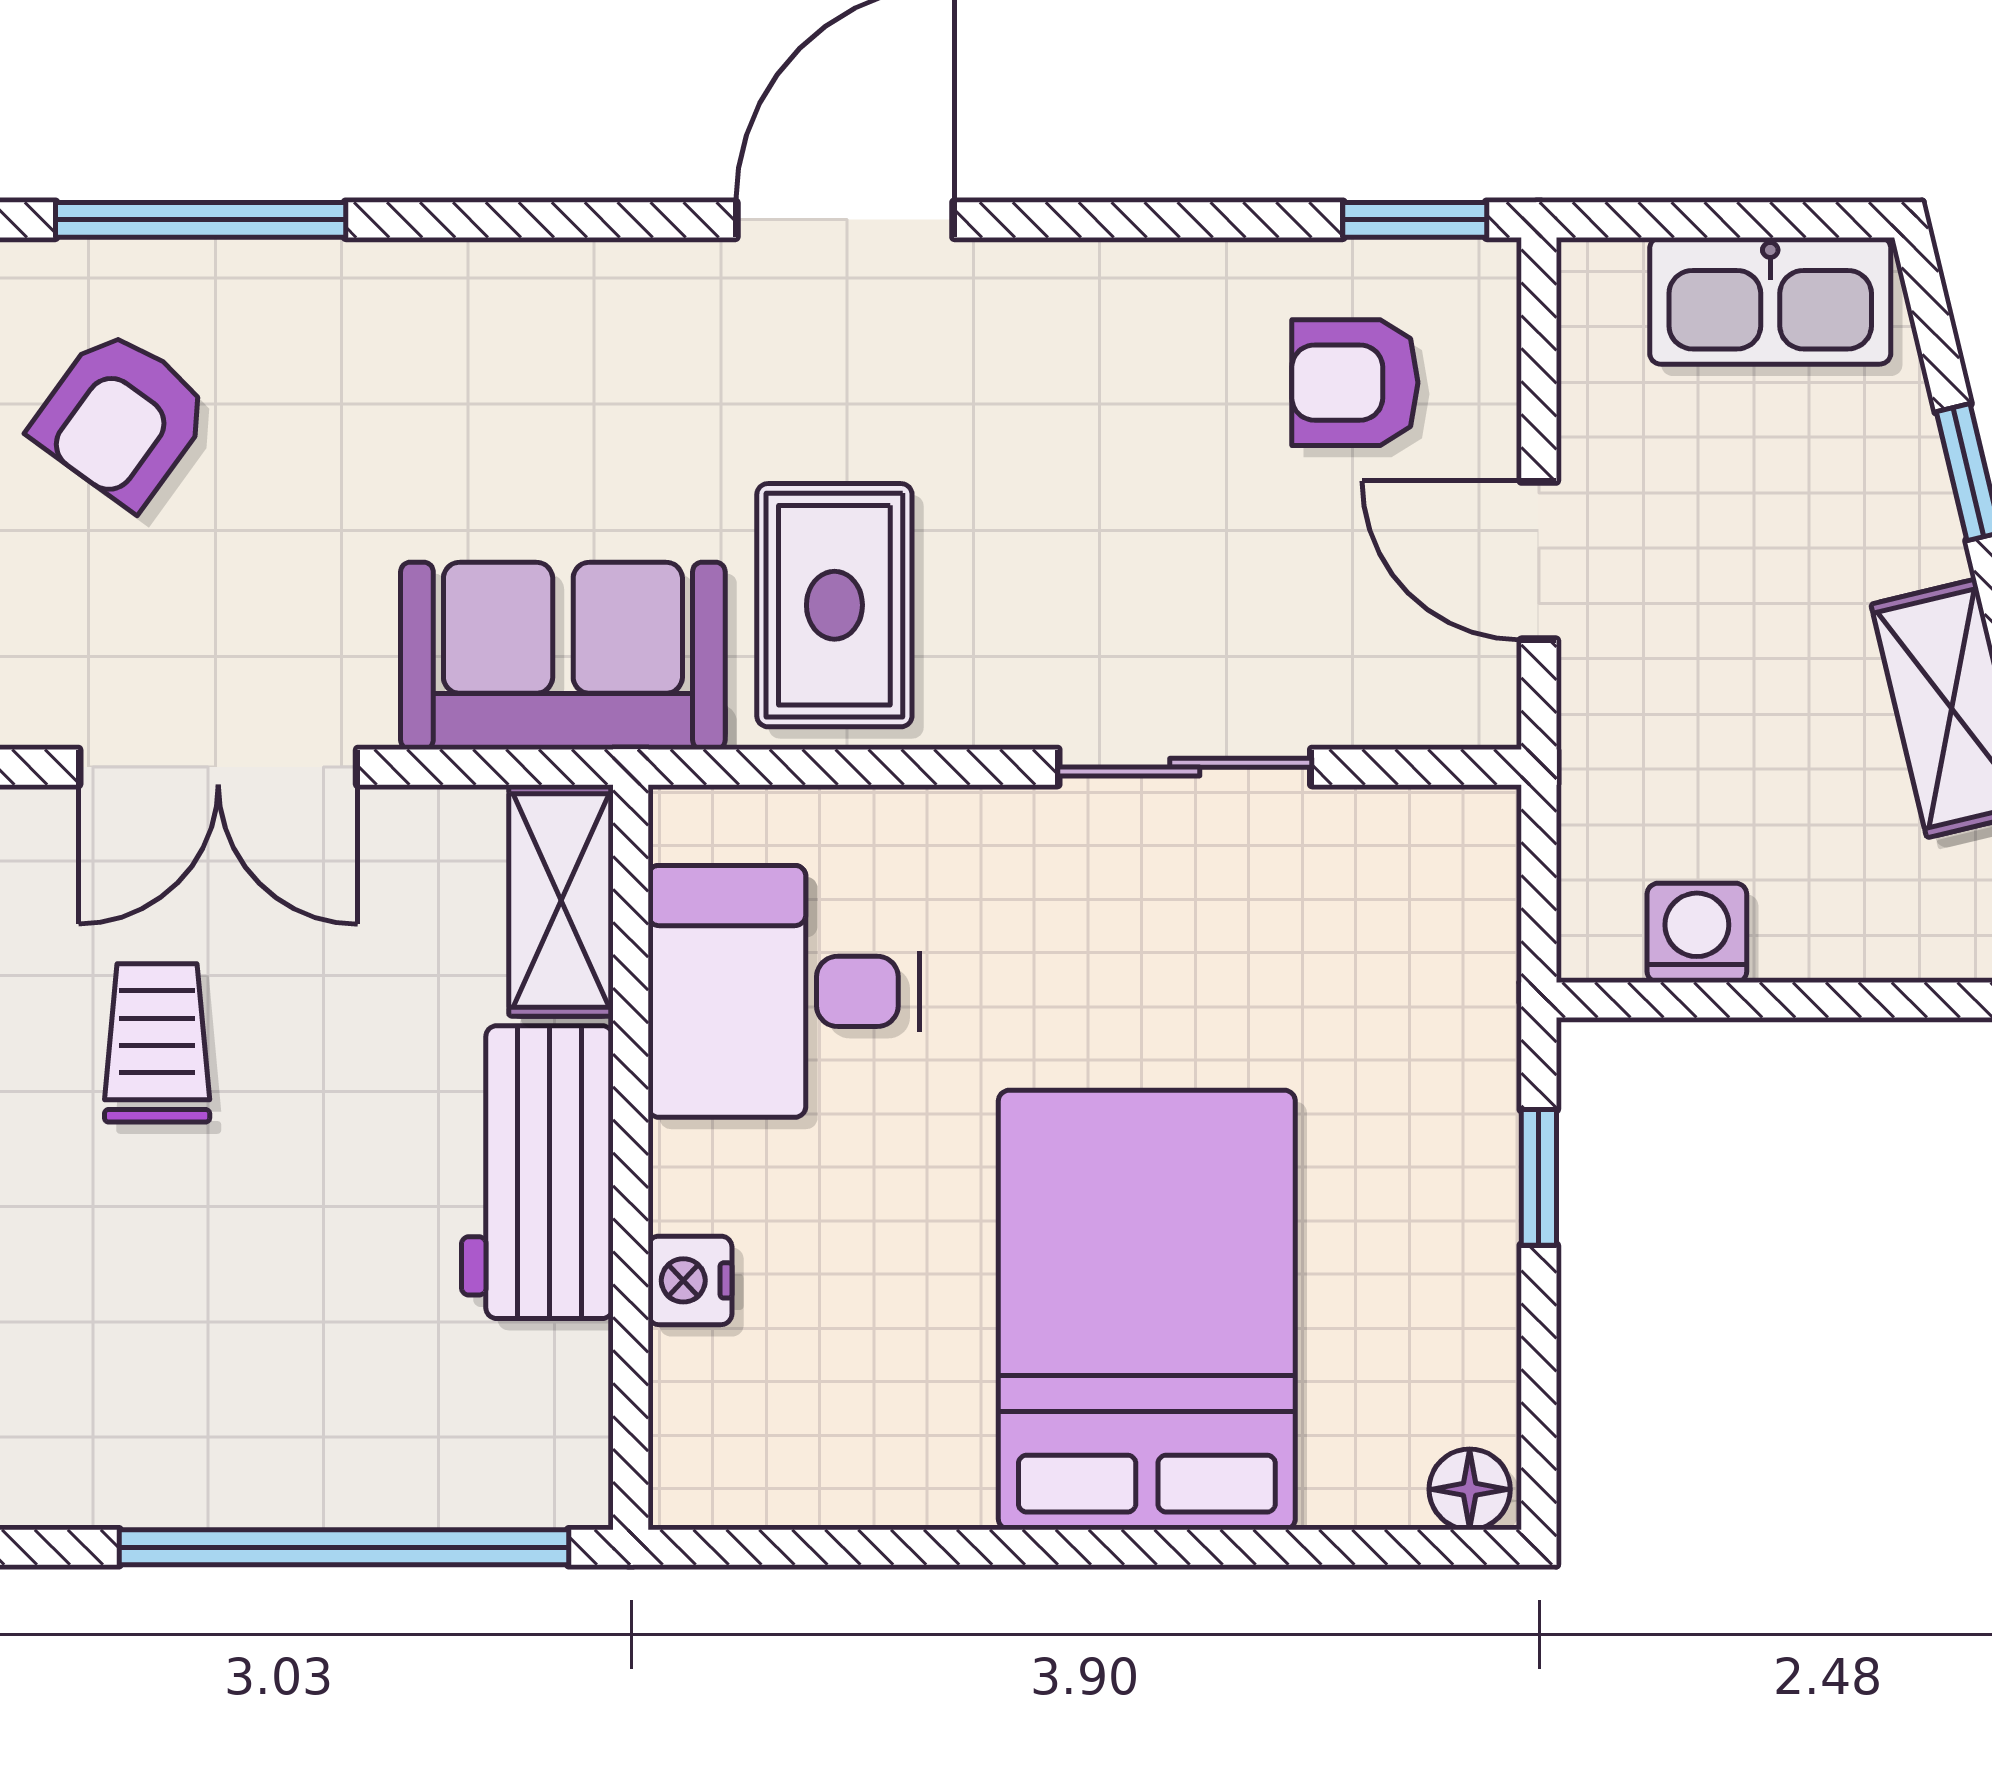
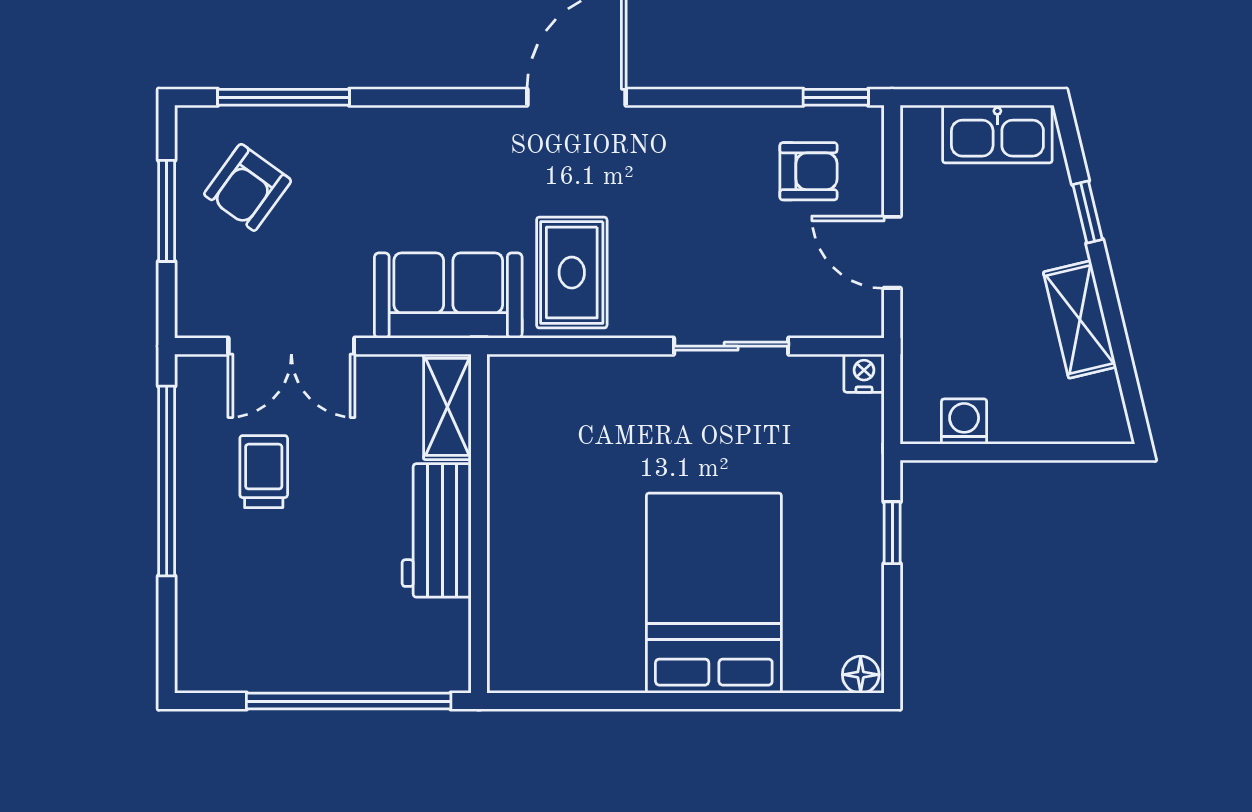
armchair: (1355, 383) -> (808, 171), turned 180
desk: (784, 991) -> (549, 448), removed
nightstand: (690, 1280) -> (864, 373), moved, turned 90

